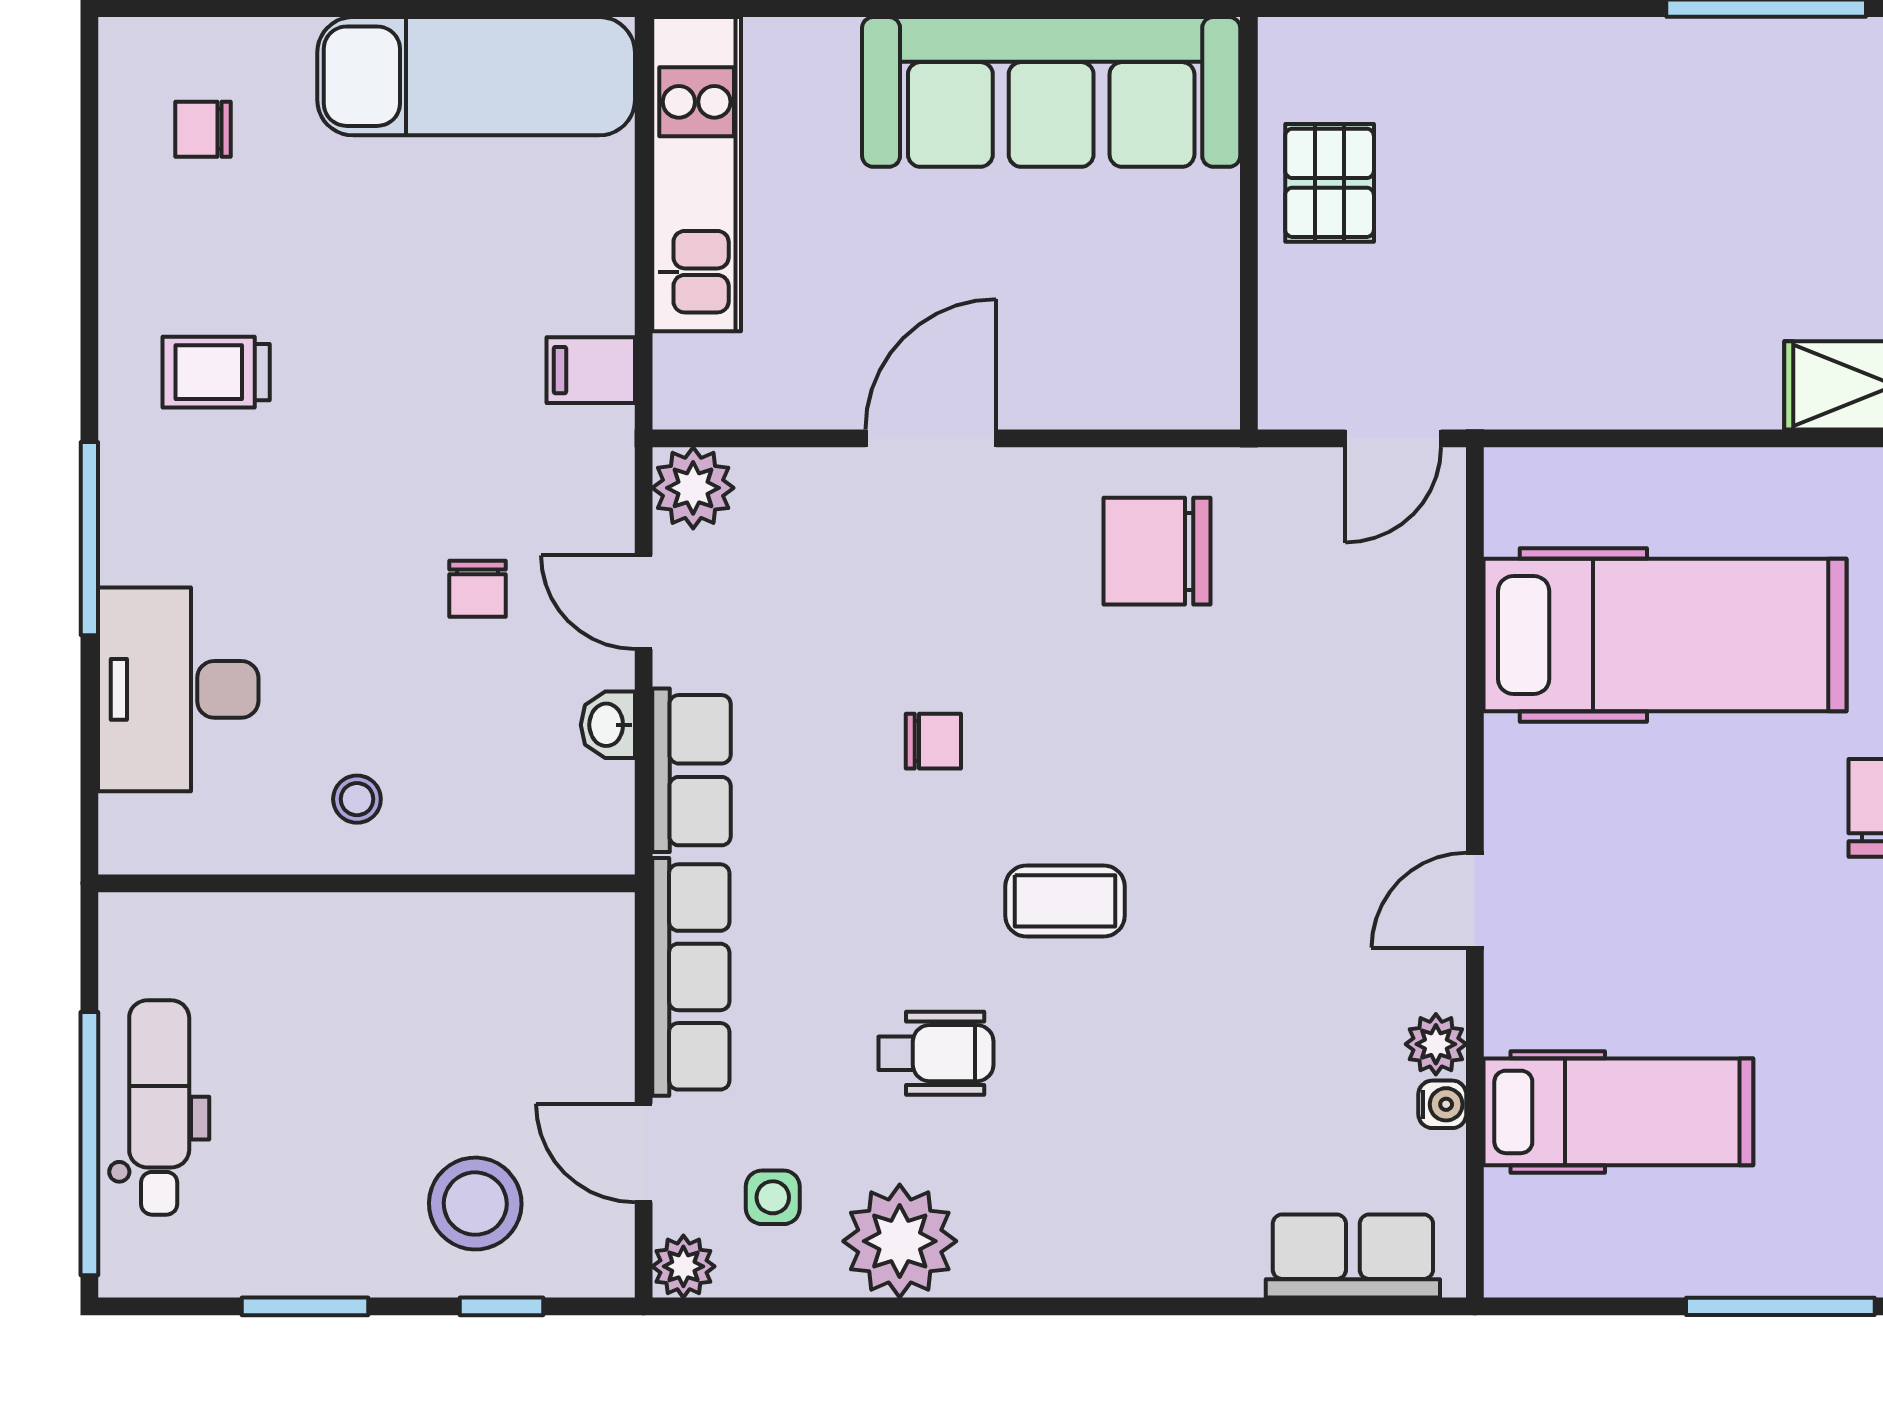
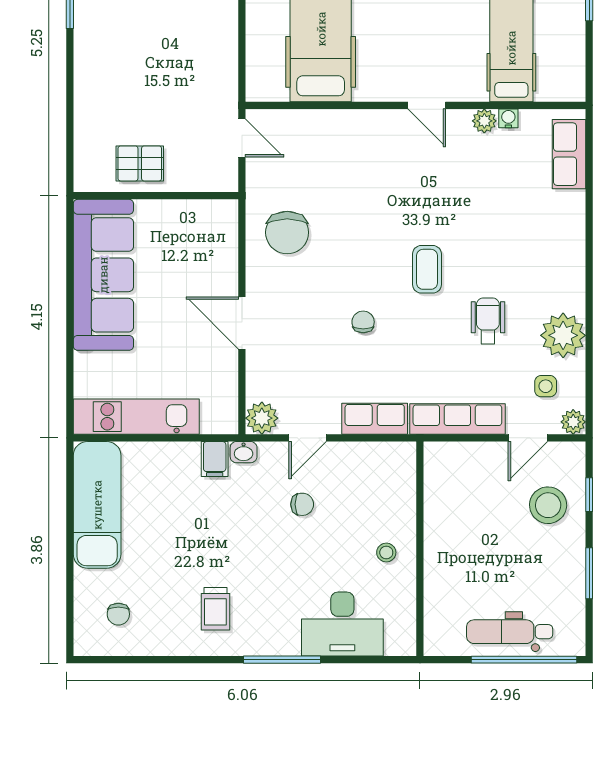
washbasin: (608, 725) -> (244, 452), moved

